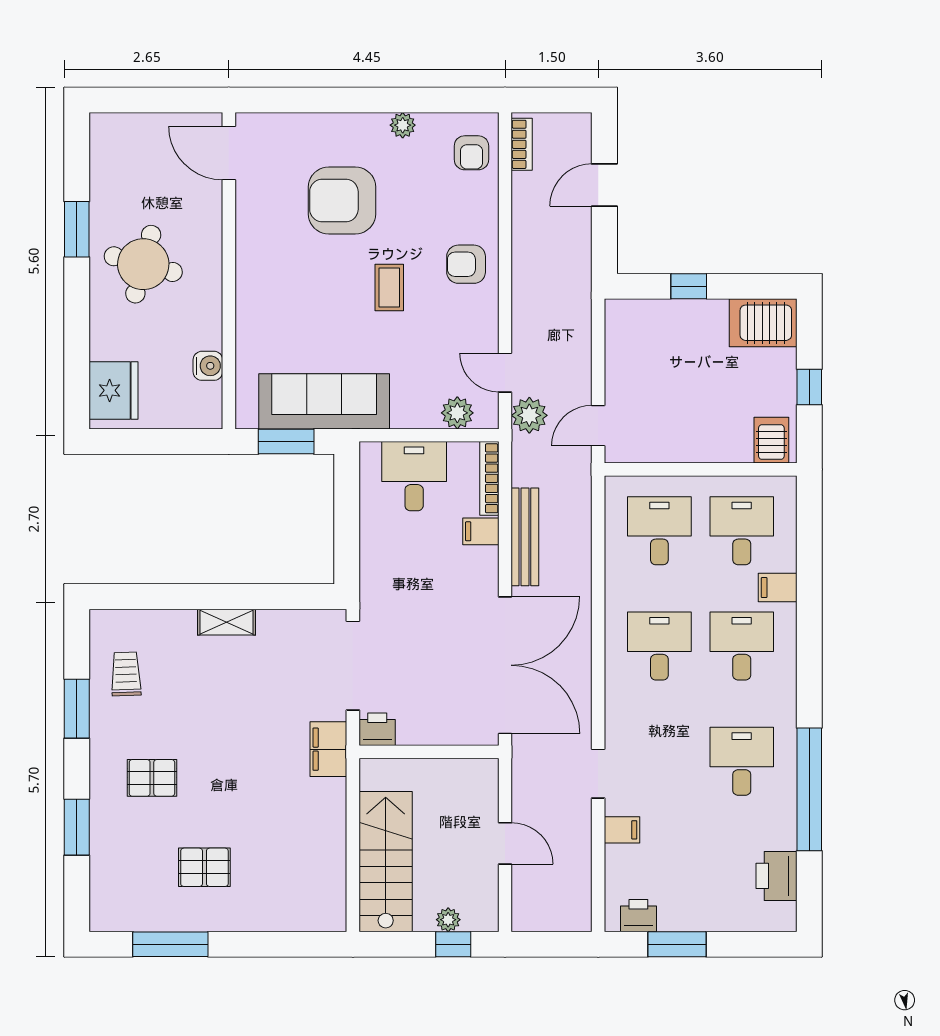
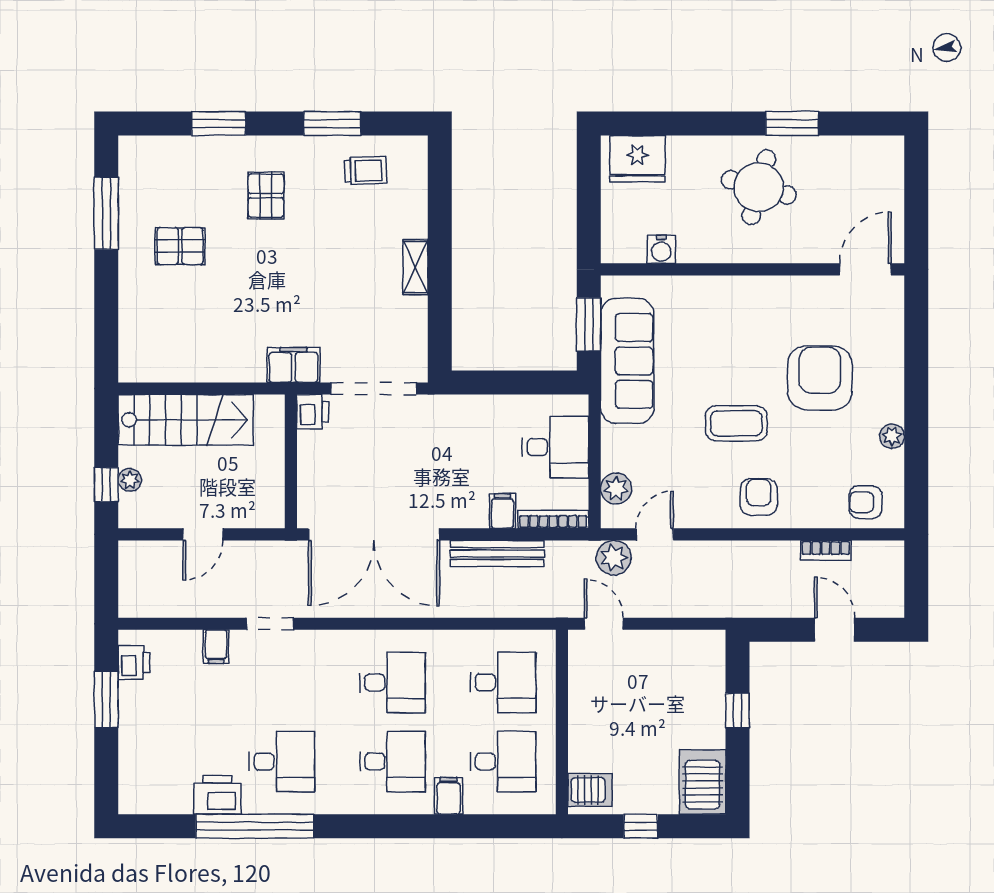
bookcase: (522, 144) -> (826, 550), moved
coffee table: (389, 288) -> (736, 423), width x1.36, depth x1.30
pallet: (204, 867) -> (180, 246), turned 90
printer: (776, 876) -> (217, 795), moved

